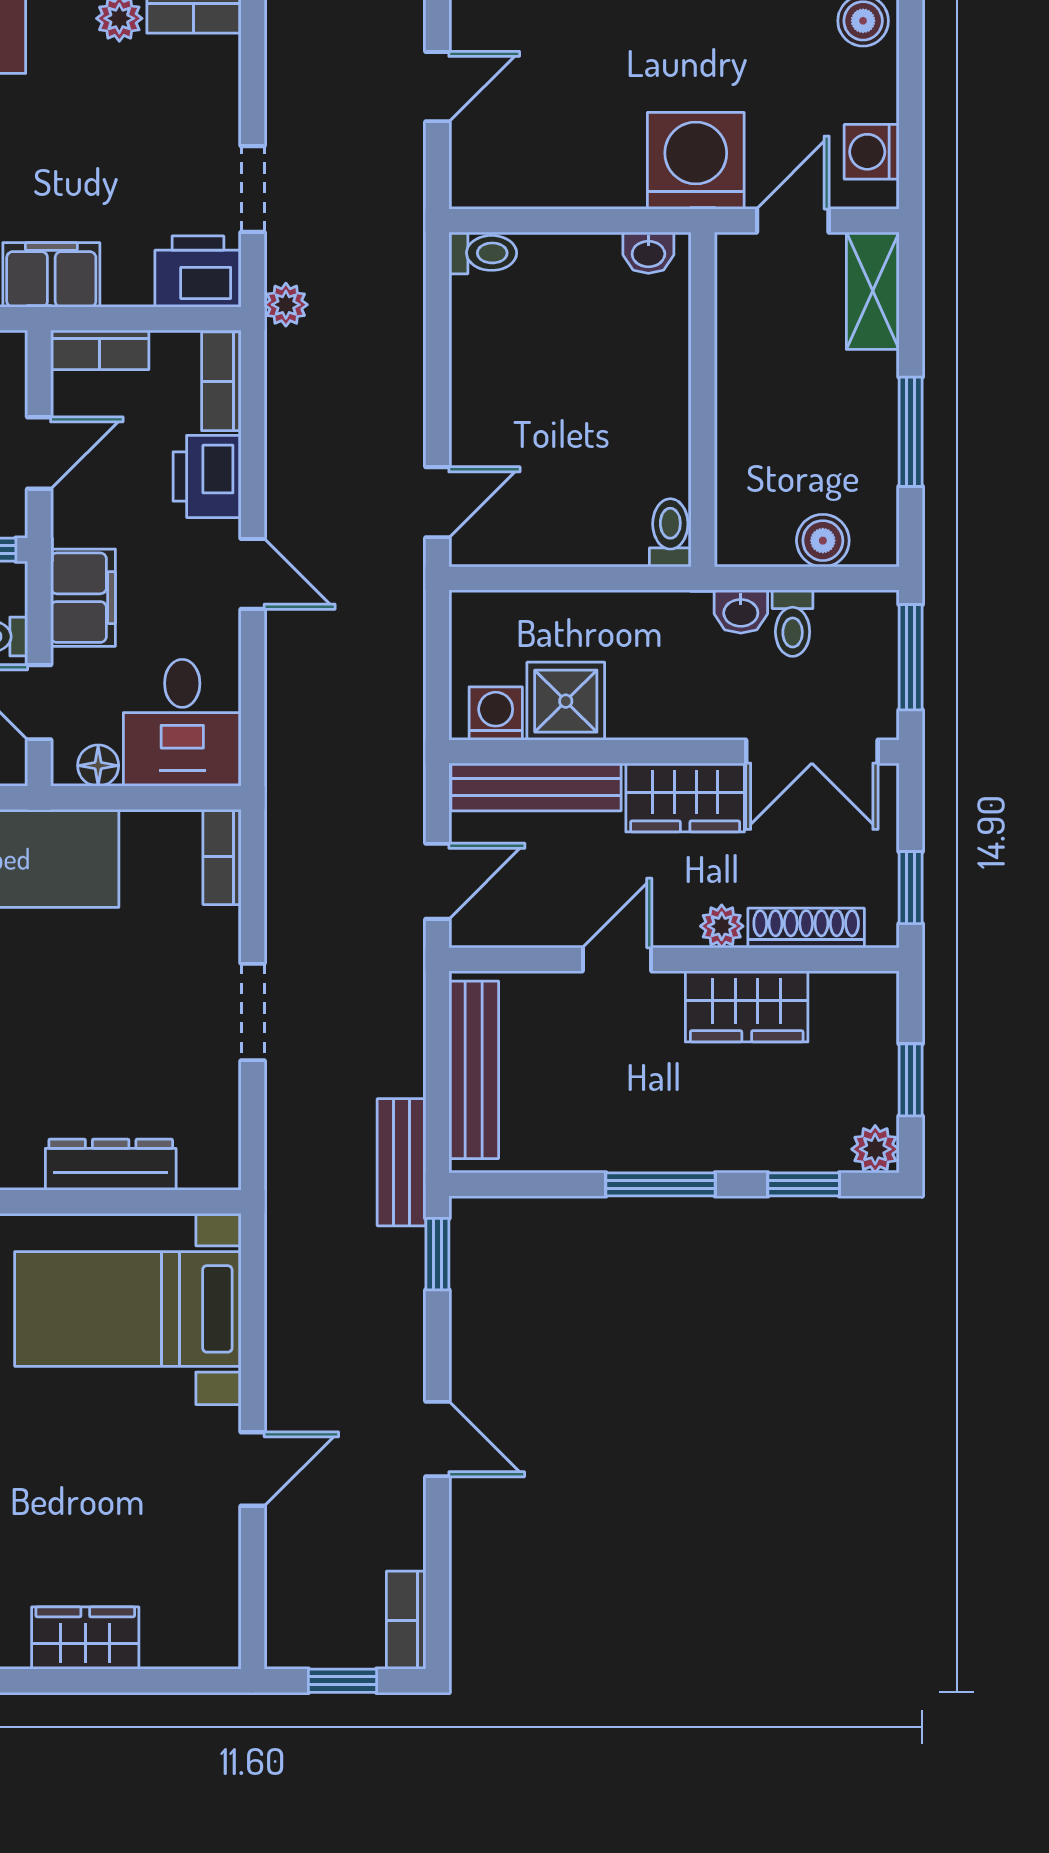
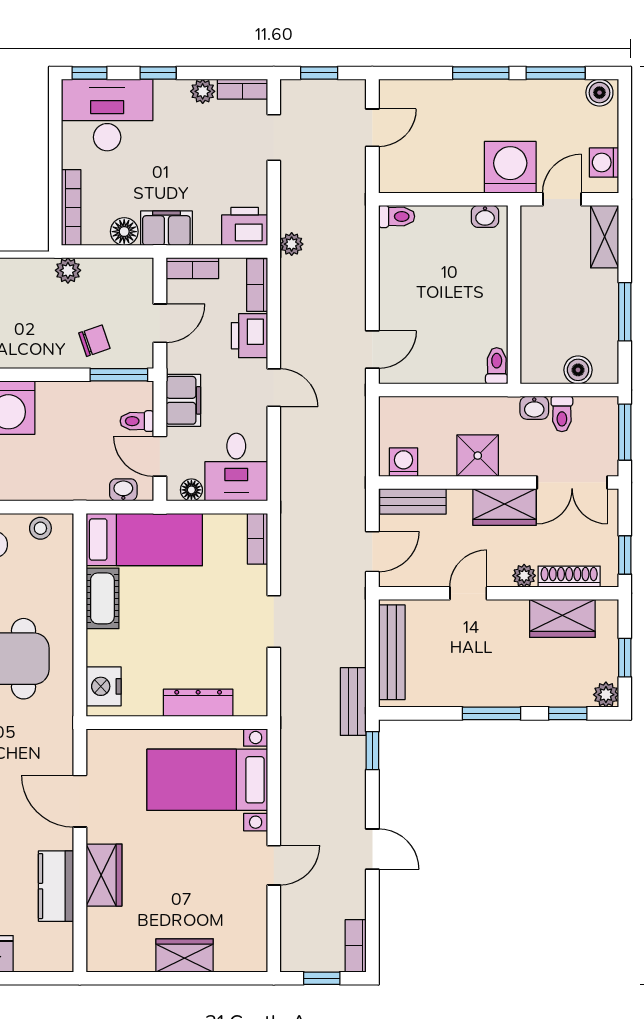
doorway: (253, 189) -> (274, 137), moved
shower: (566, 701) -> (478, 456), moved
bench: (536, 787) -> (413, 501), width x0.73
wardrobe: (747, 1006) -> (562, 618), moved

